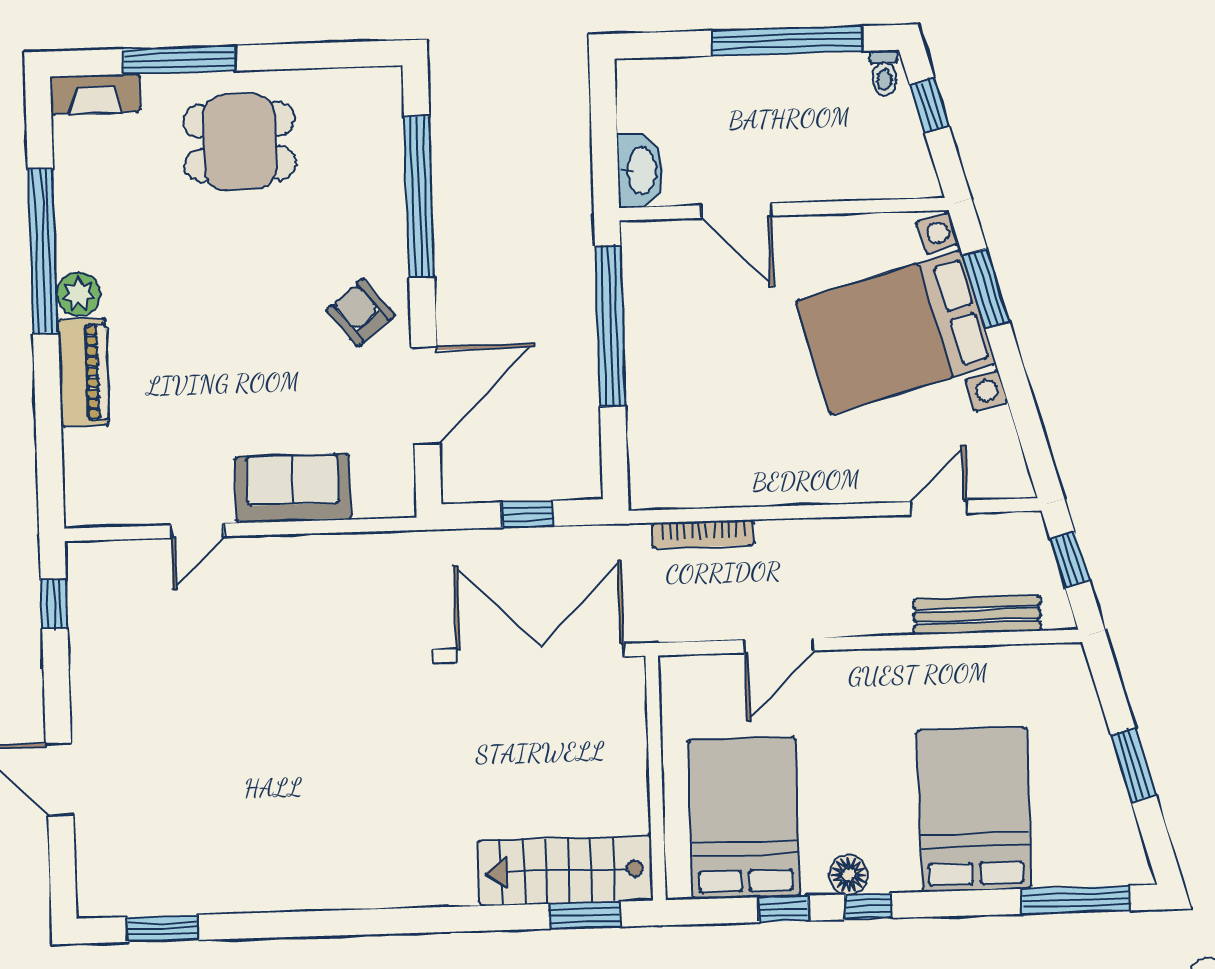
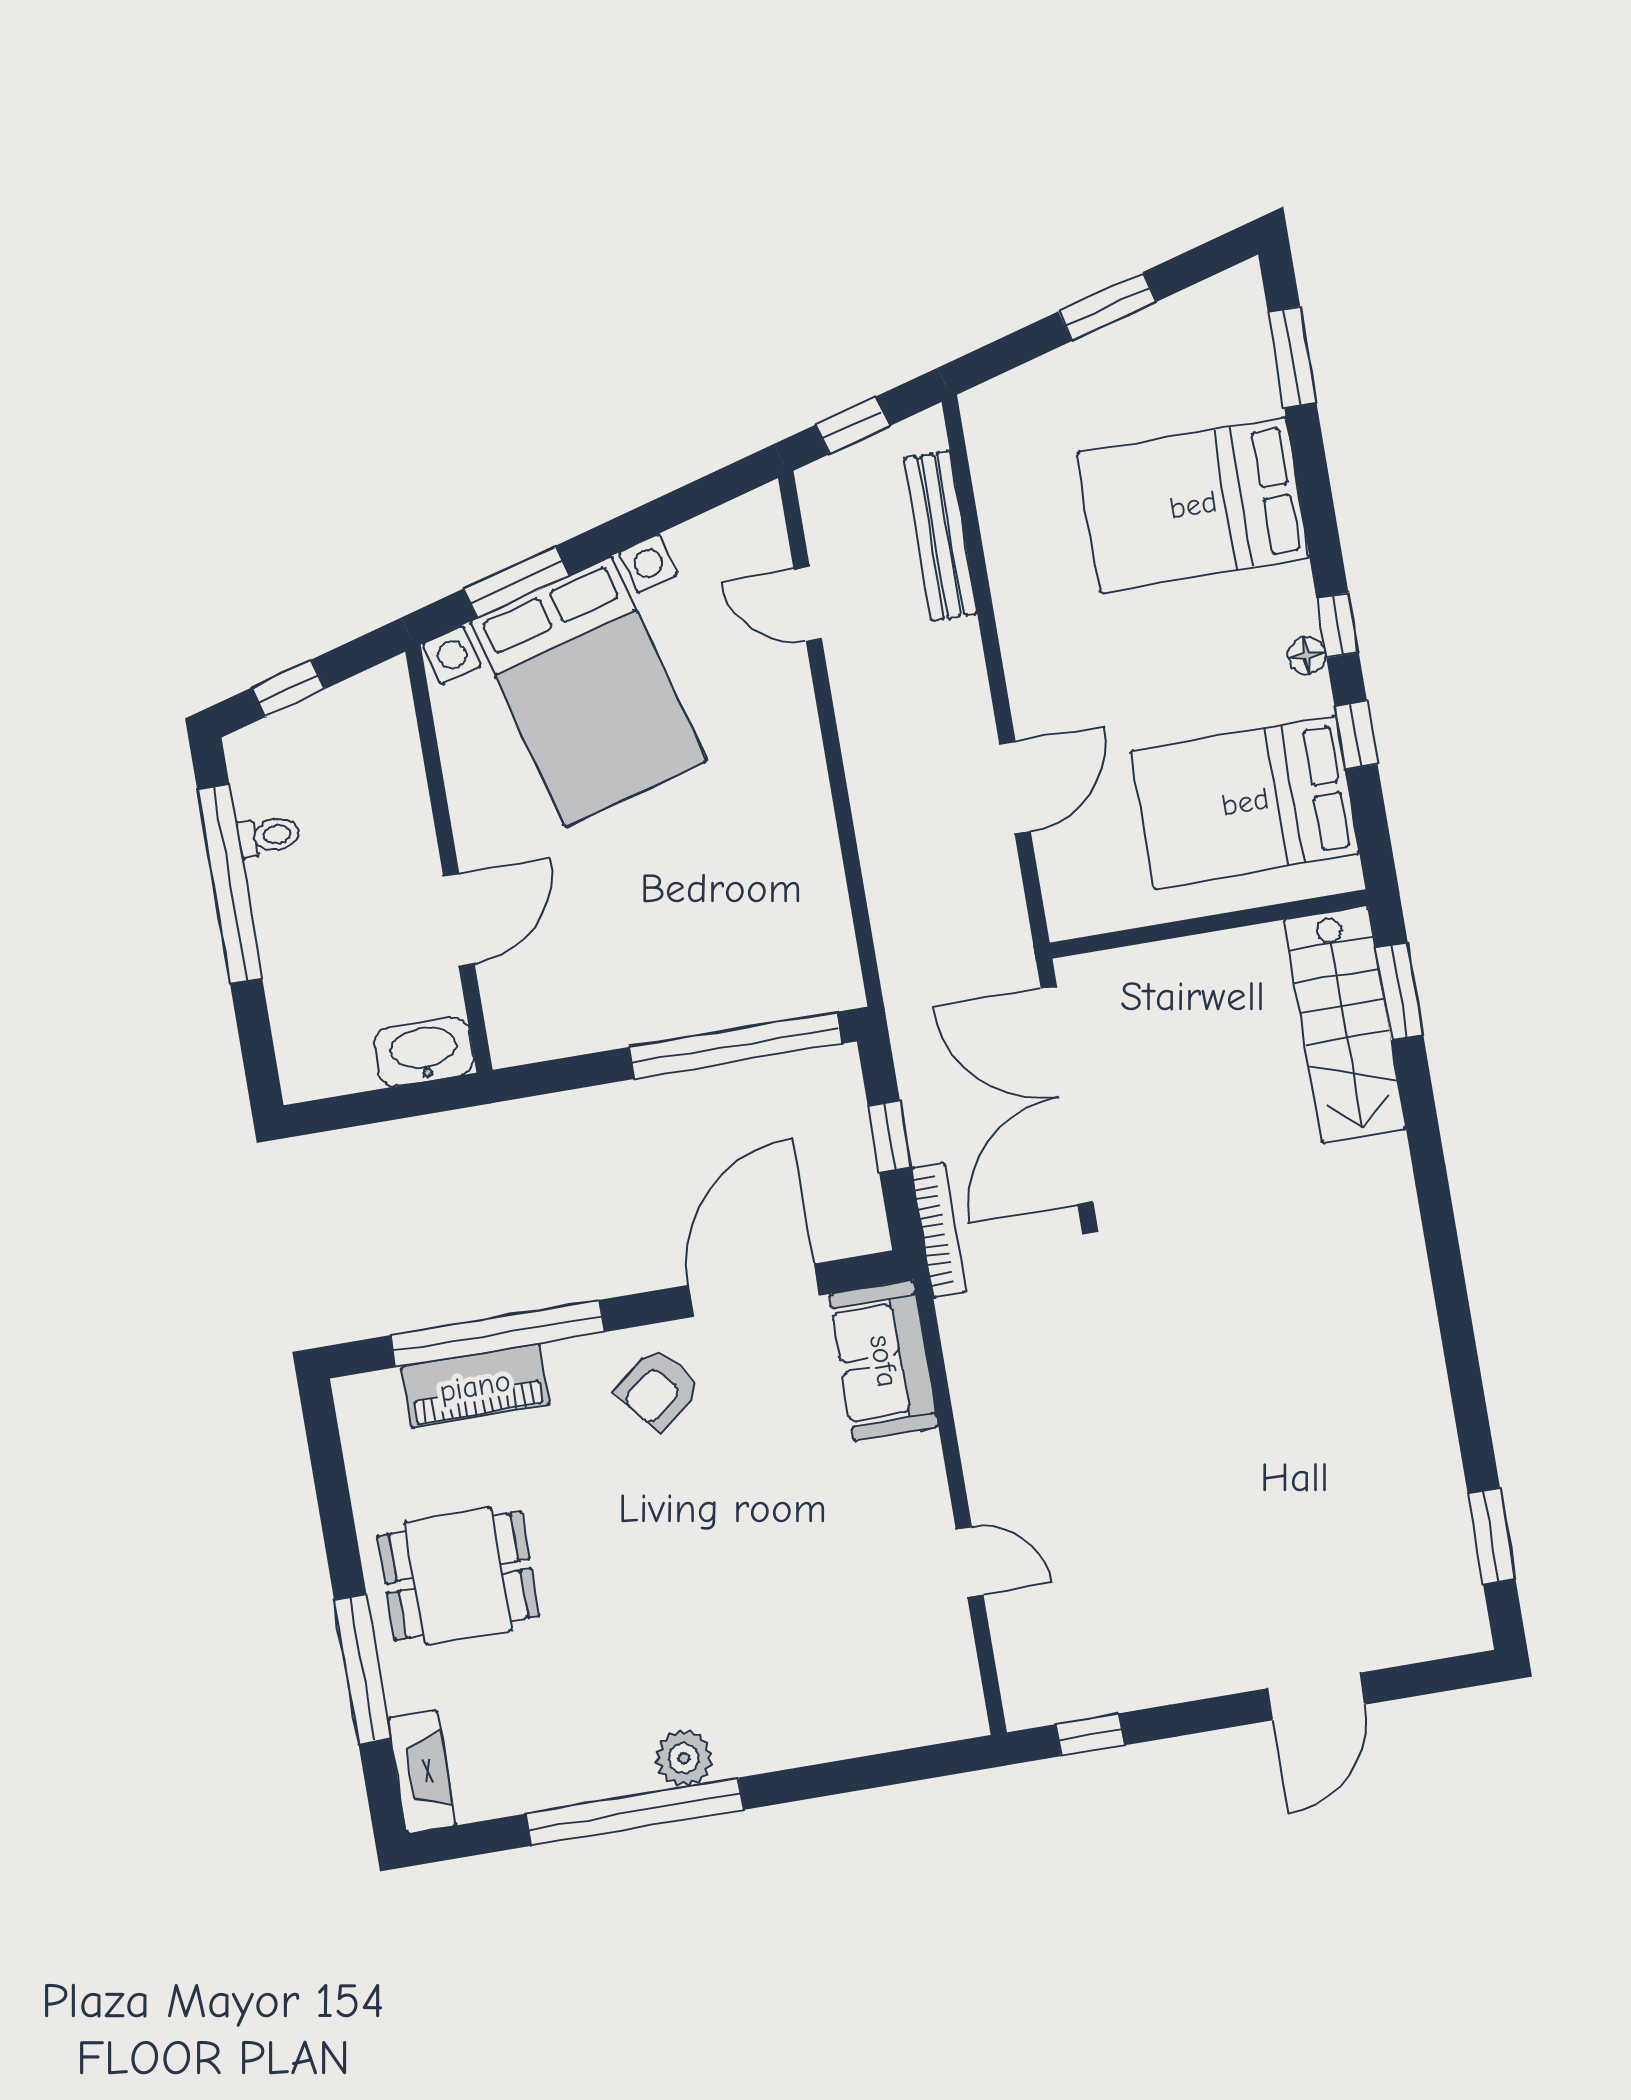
toilet: (884, 73) -> (269, 836), moved
dining table: (240, 142) -> (458, 1576), turned 90
window: (610, 326) -> (736, 1045), moved
piano: (83, 372) -> (475, 1386), moved, turned 180
door: (425, 395) -> (754, 1290), hinge flipped
sofa: (293, 488) -> (884, 1361), moved
bookcase: (703, 534) -> (939, 1230), moved
door: (779, 645) -> (1015, 788), hinge flipped
floor lamp: (849, 875) -> (1307, 655), width x0.73, depth x0.73
window: (1076, 900) -> (1292, 357), width x0.69

